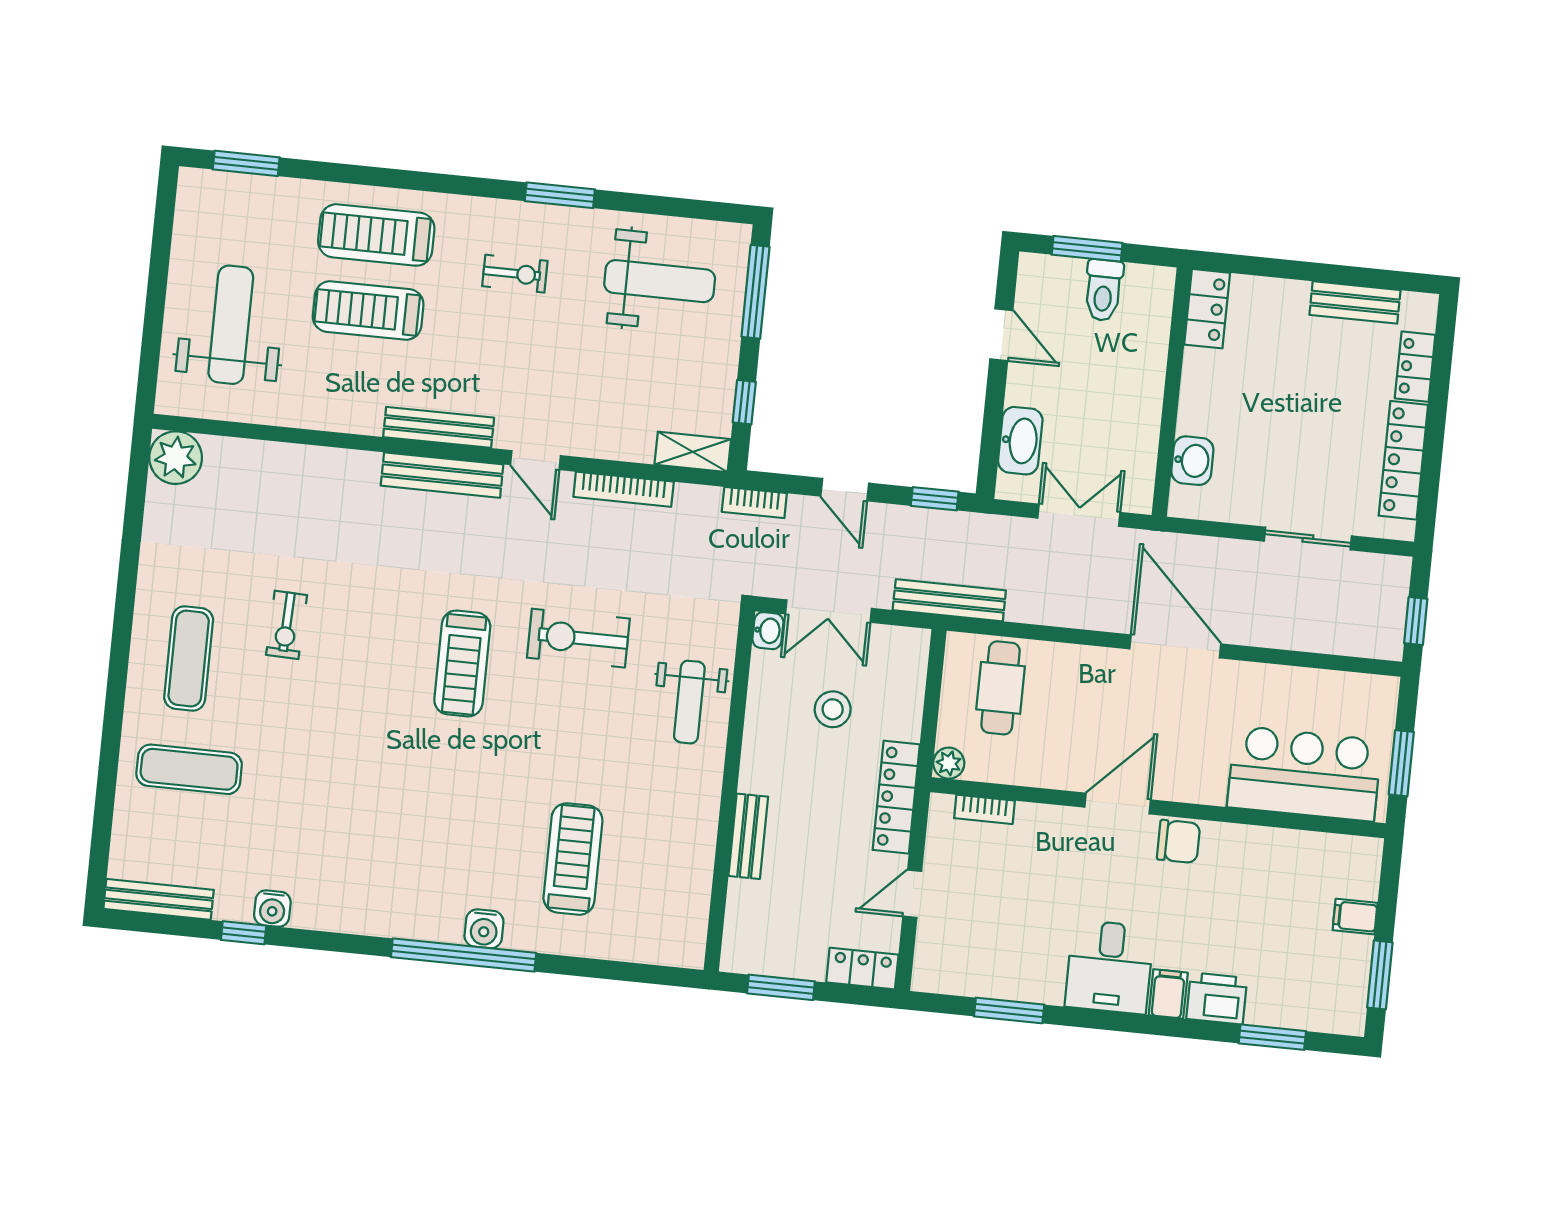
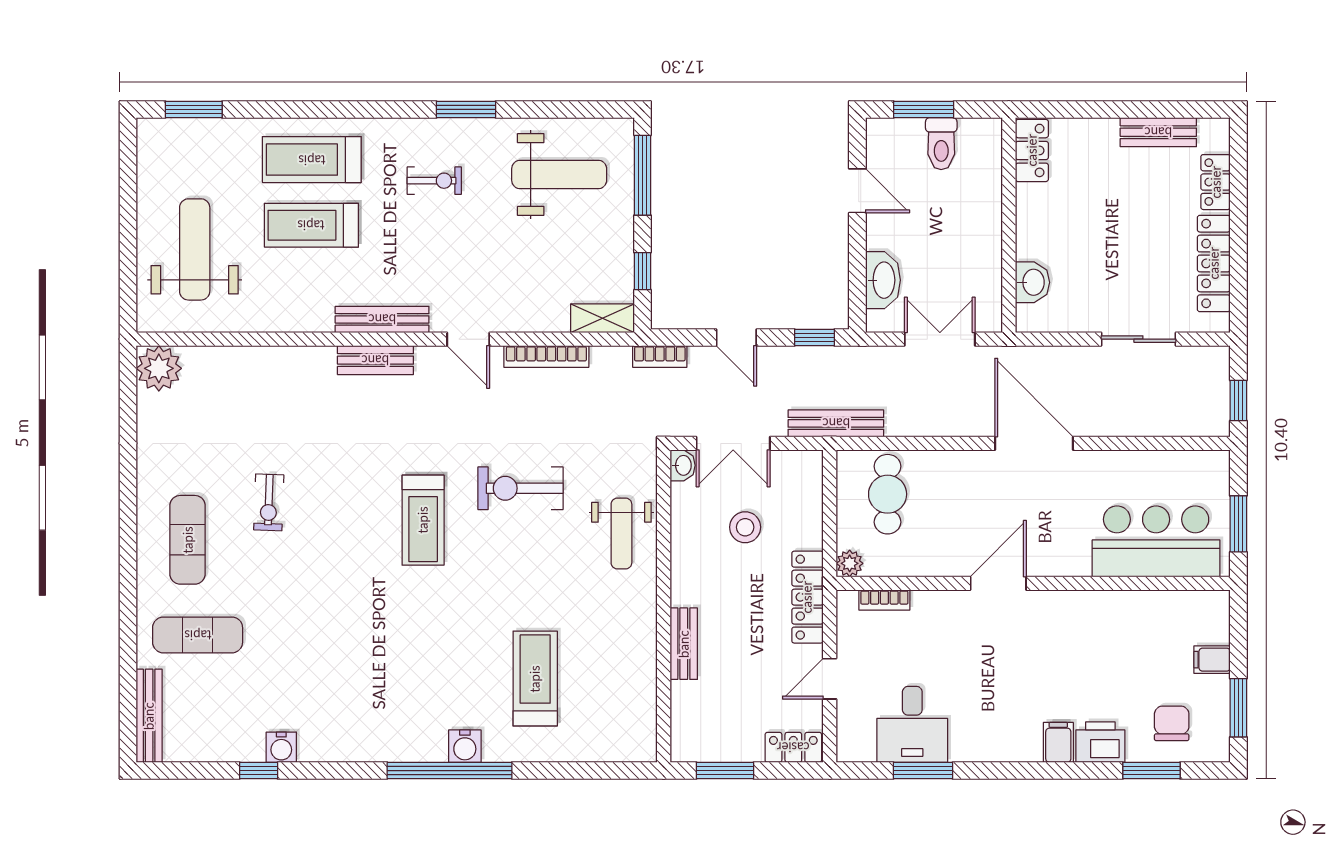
bench: (442, 475) -> (375, 360), width x0.73
chair: (1178, 841) -> (1172, 723), moved, turned -90
bench: (159, 899) -> (149, 716), moved, turned 90
desk: (1109, 967) -> (912, 724), moved

